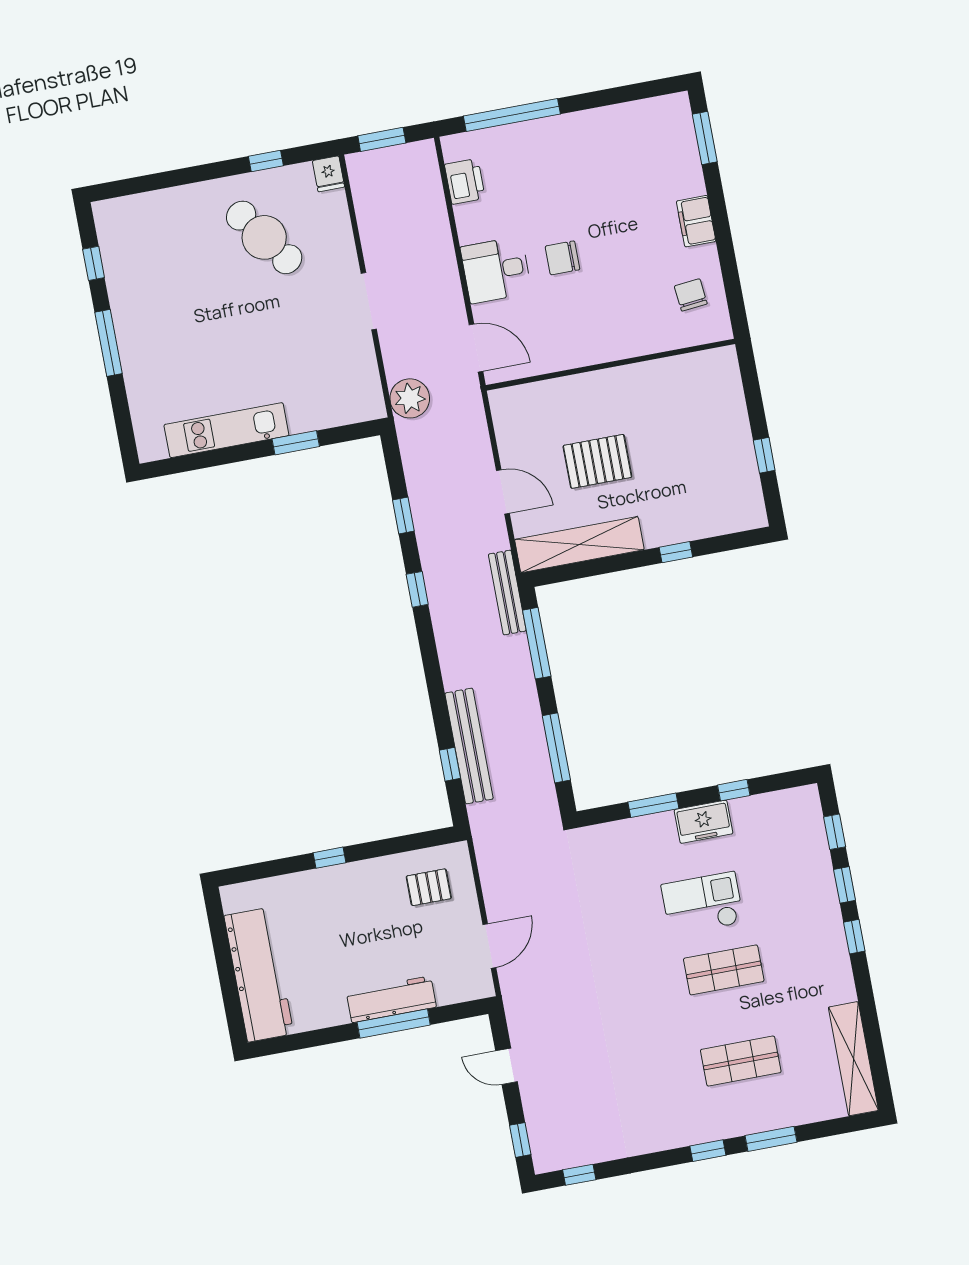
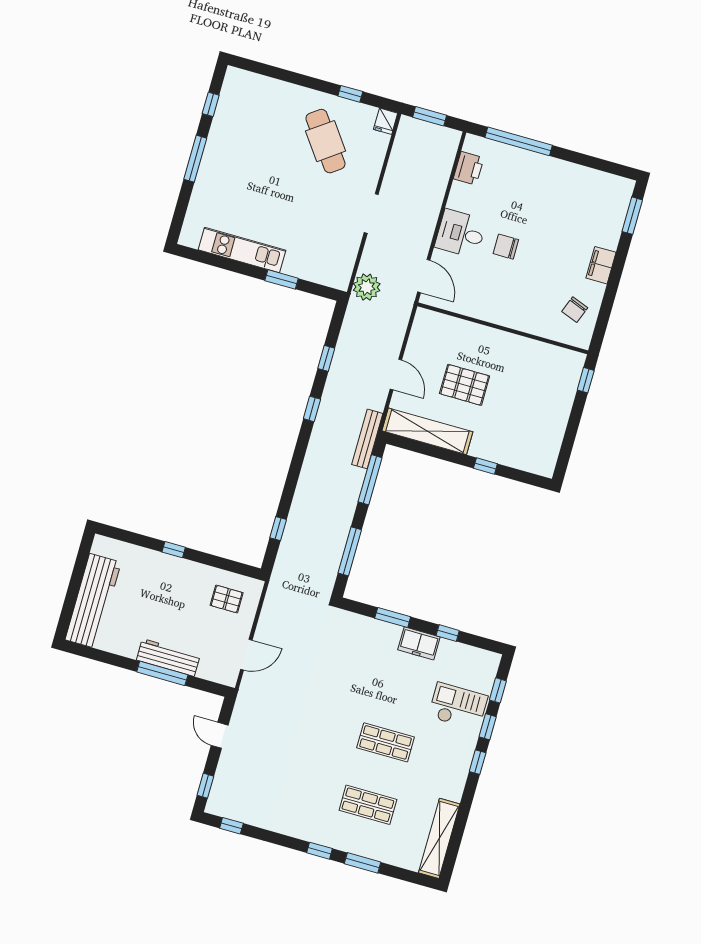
chair: (691, 295) -> (575, 310), turned -153
window: (764, 455) -> (586, 380), moved
bench: (469, 746) -> (296, 523), removed
checkout: (702, 904) -> (458, 706), moved

